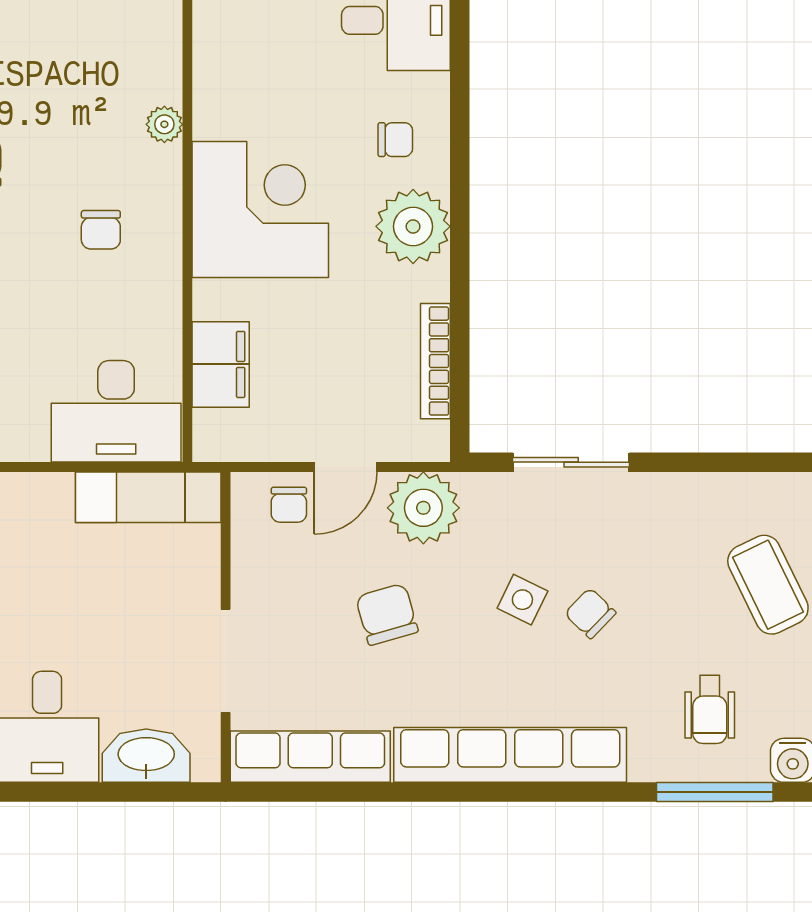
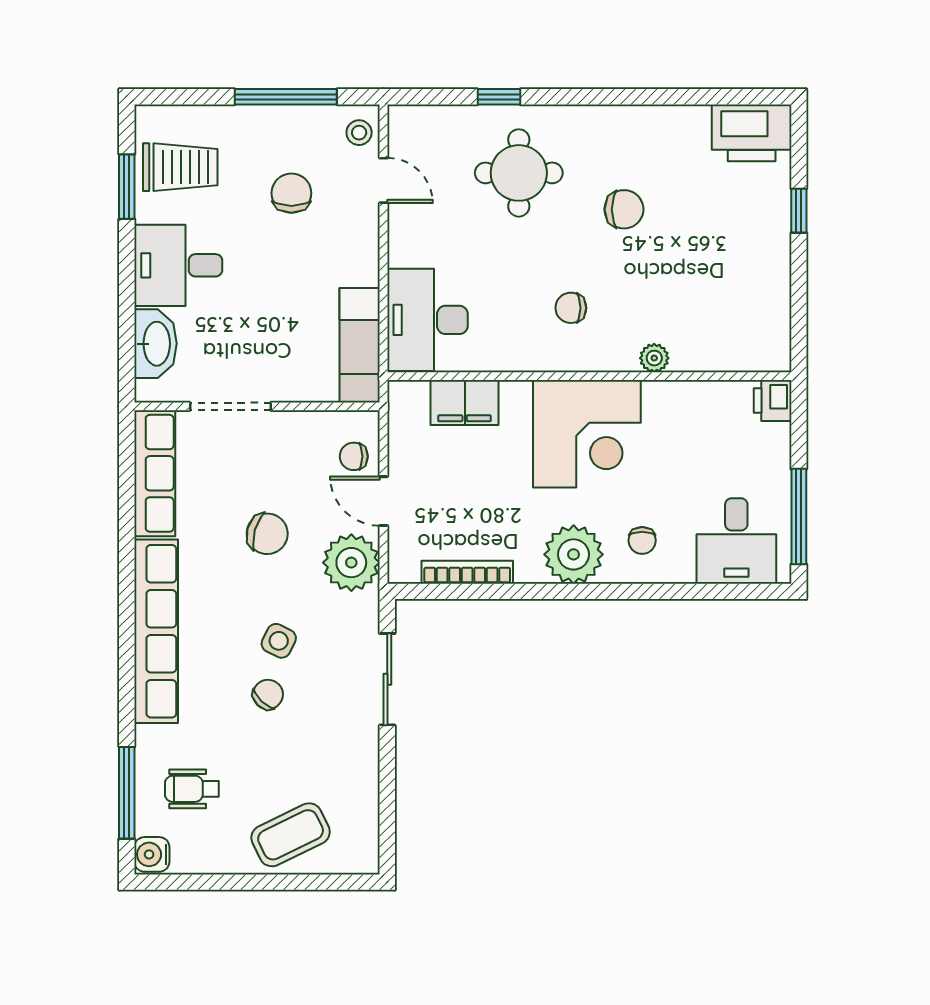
chair: (387, 614) -> (267, 534), turned 32

